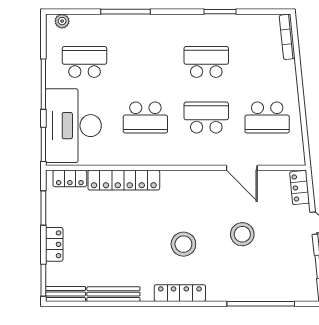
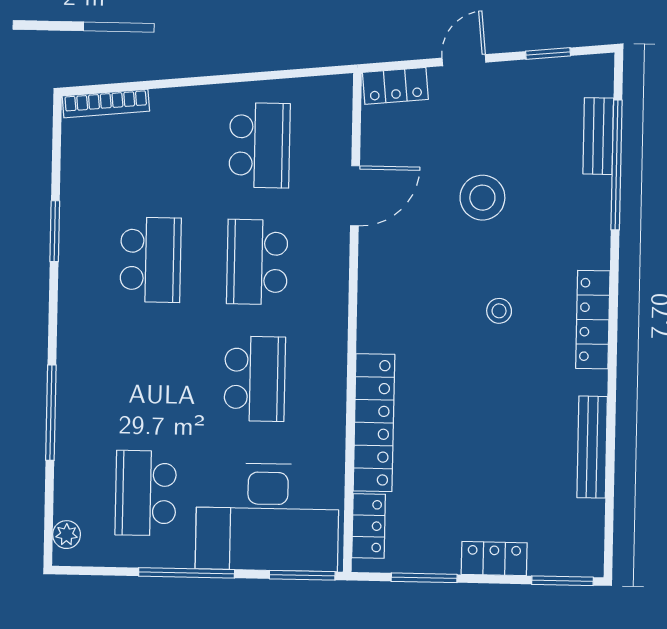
school desk: (206, 62) -> (151, 260), turned 180
stool: (183, 244) -> (499, 311), width x0.53, depth x0.53
bench: (66, 294) -> (598, 136), moved

